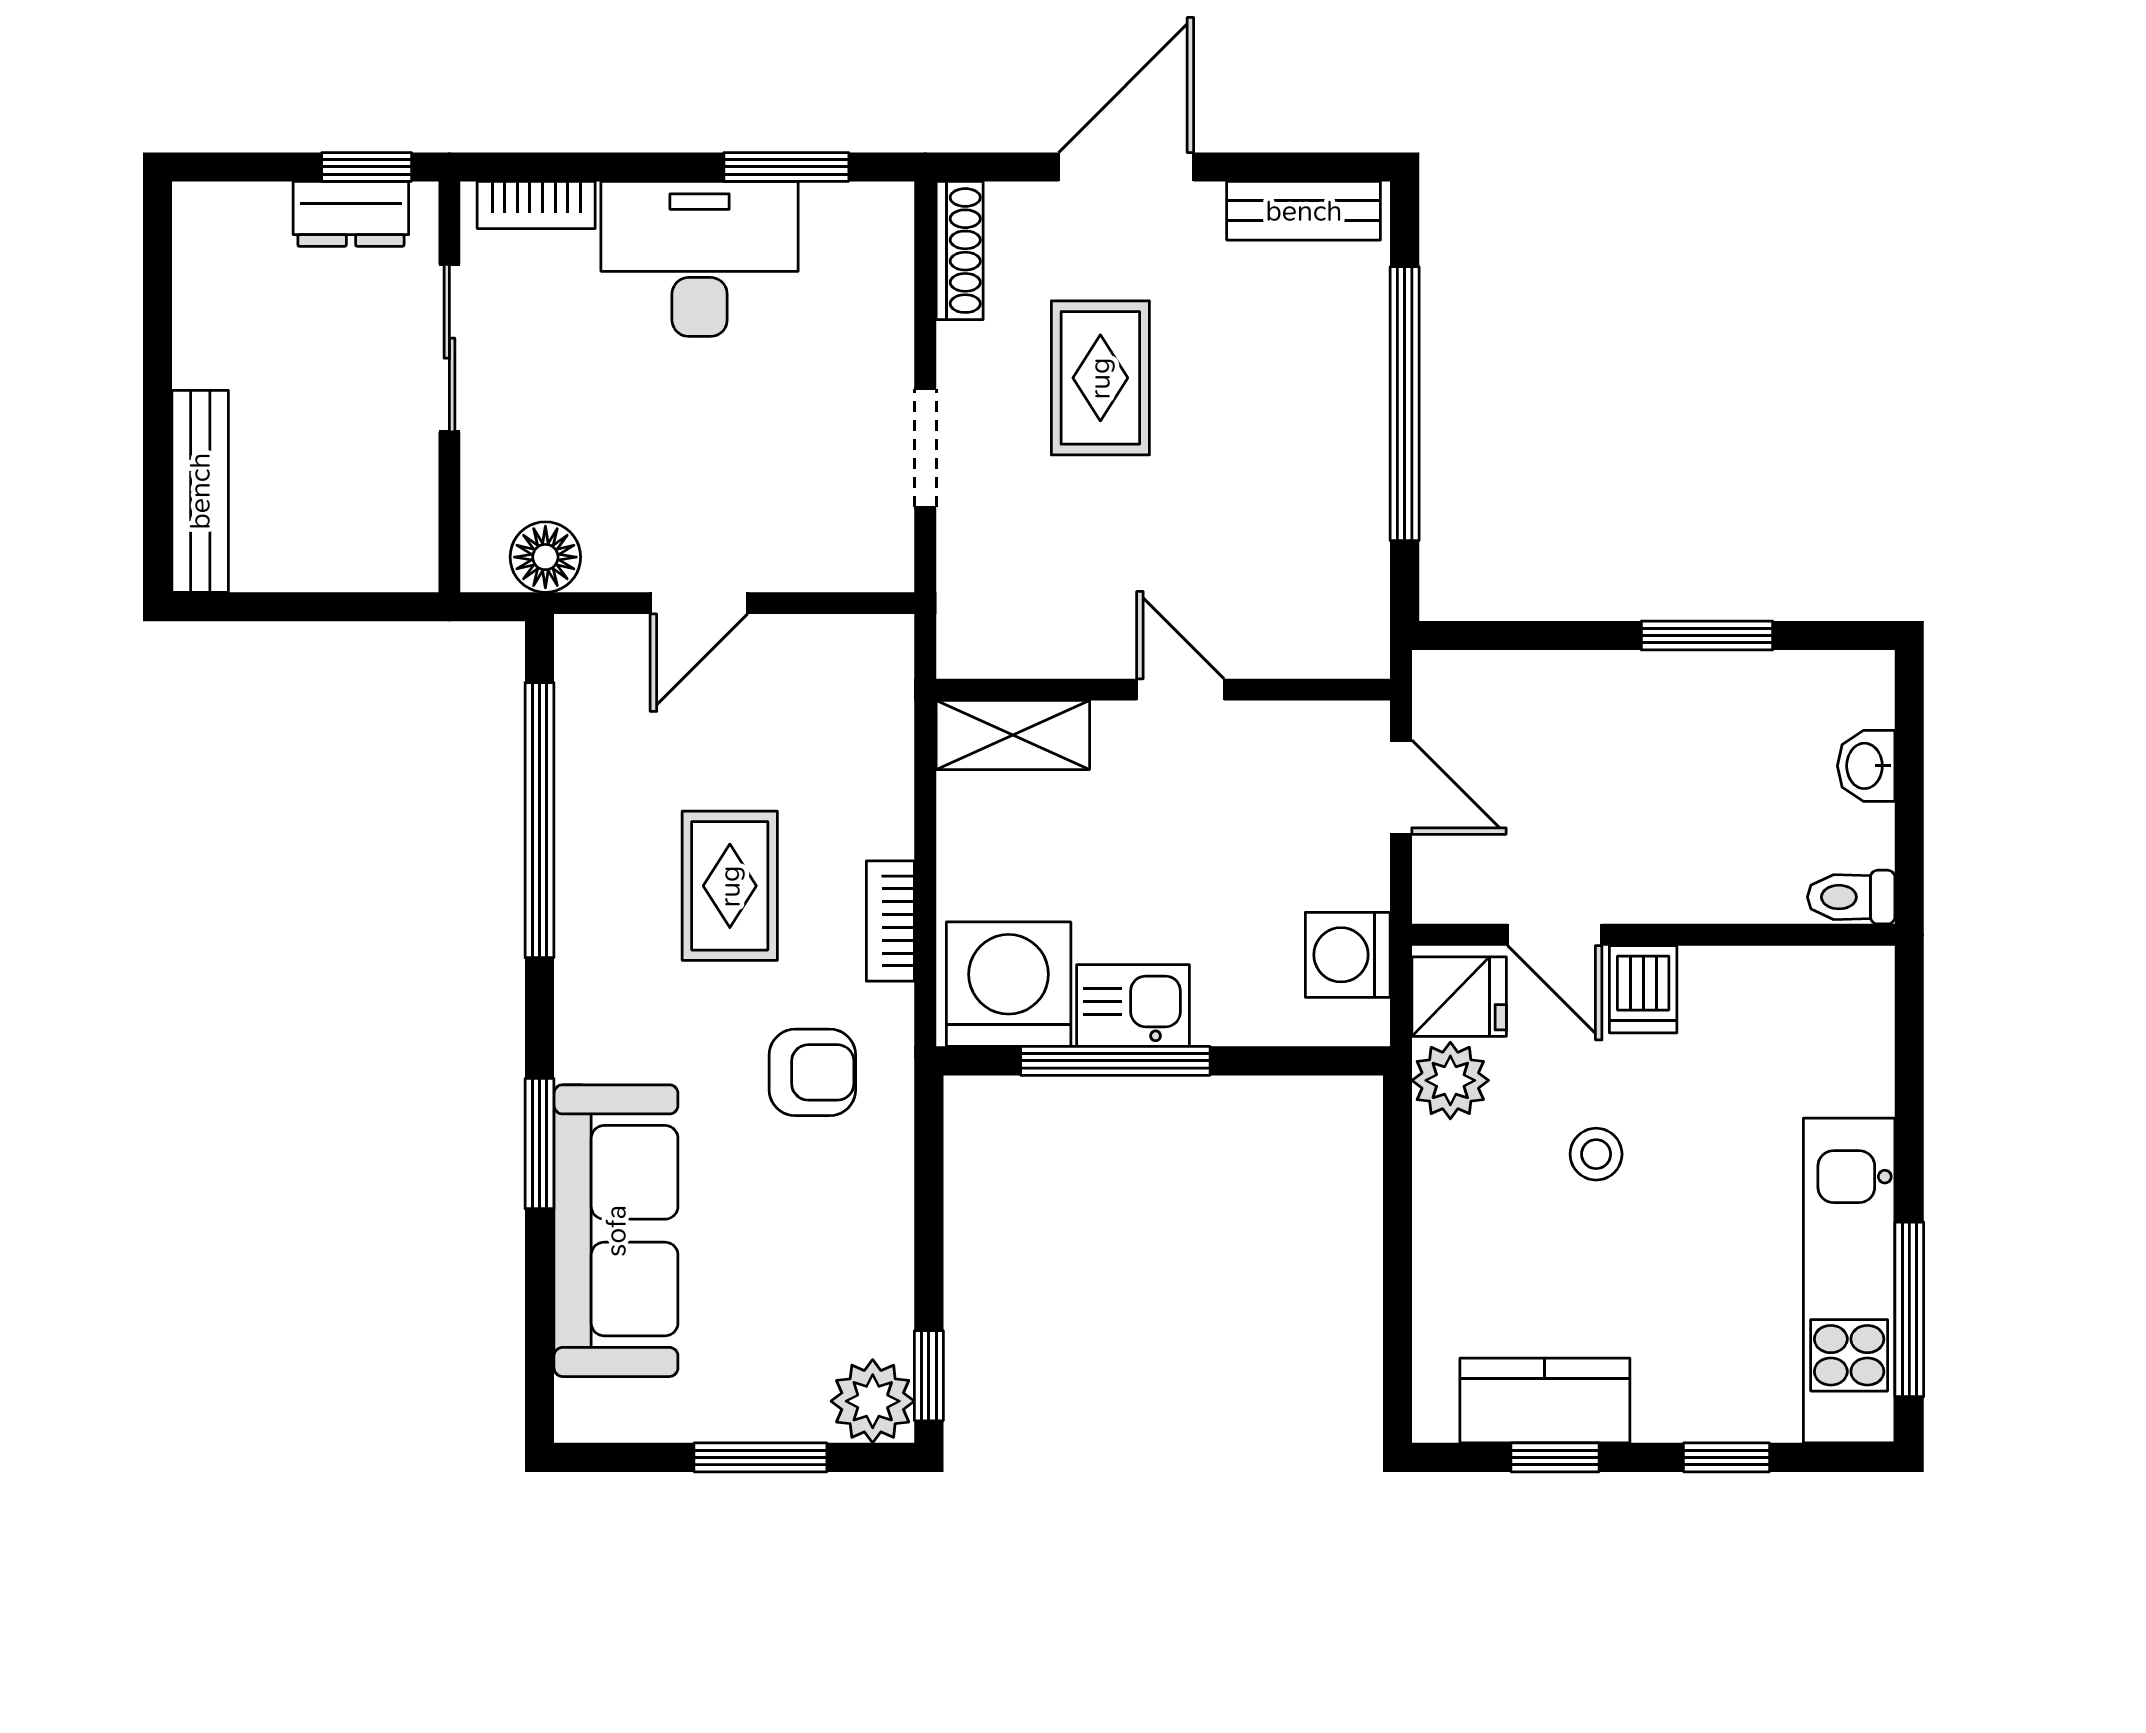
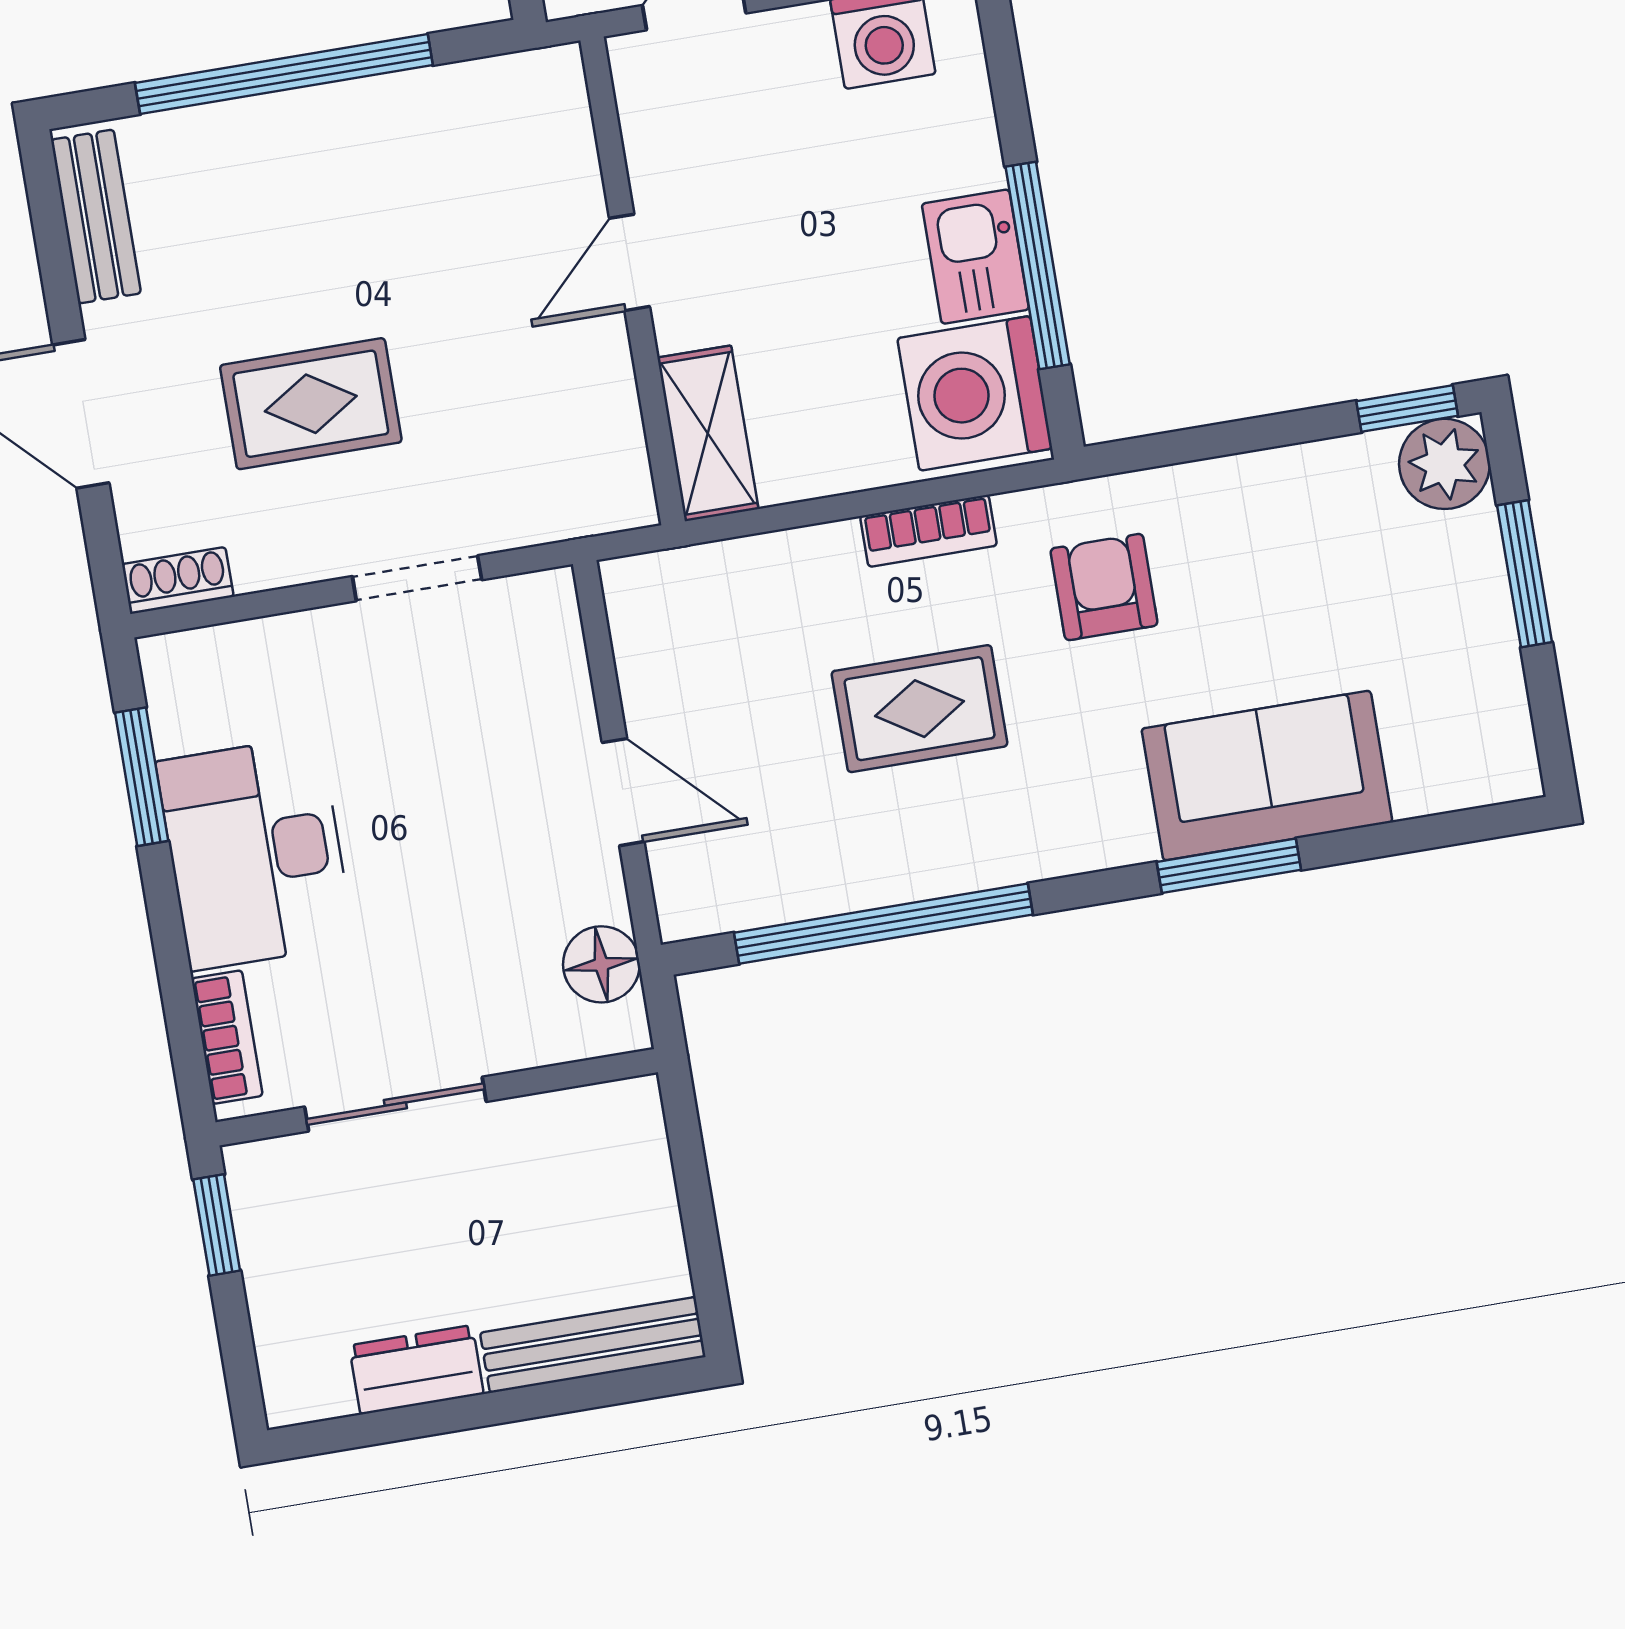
dresser: (351, 214) -> (416, 1370), moved, turned -90
shoe rack: (960, 251) -> (178, 580), width x0.70
sofa: (616, 1231) -> (1267, 776), width x0.73

